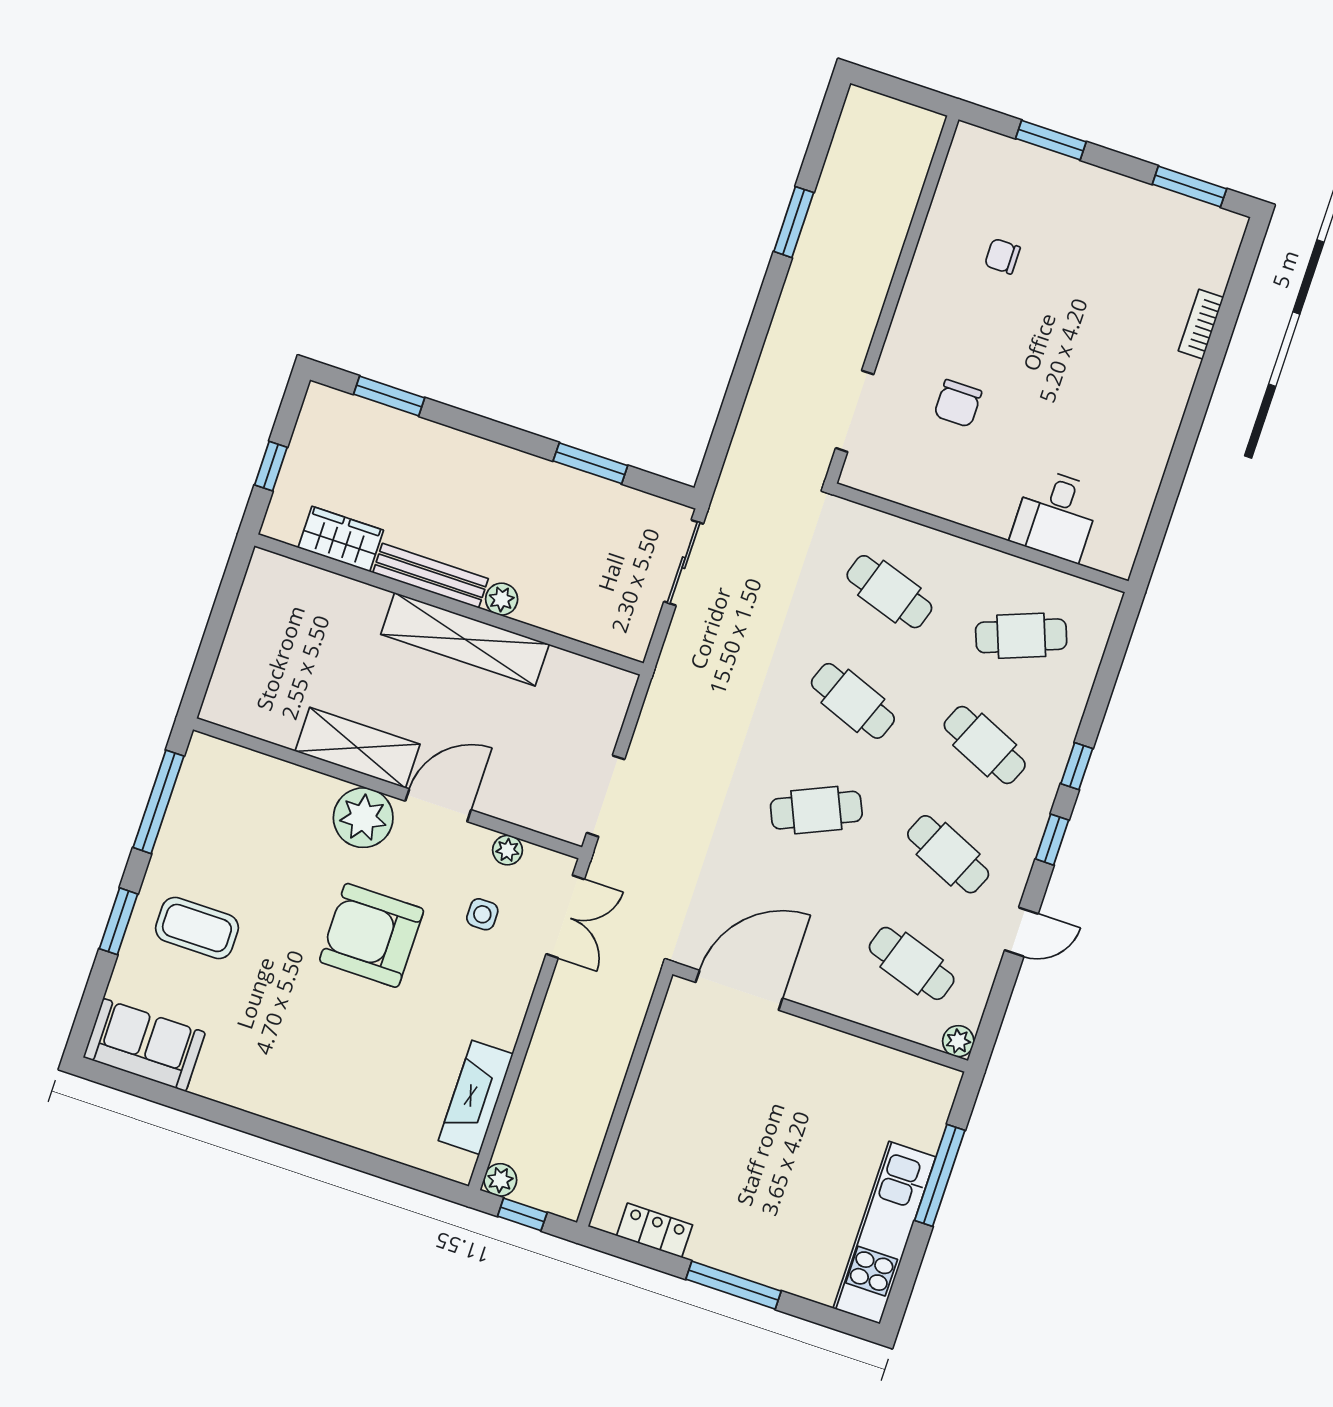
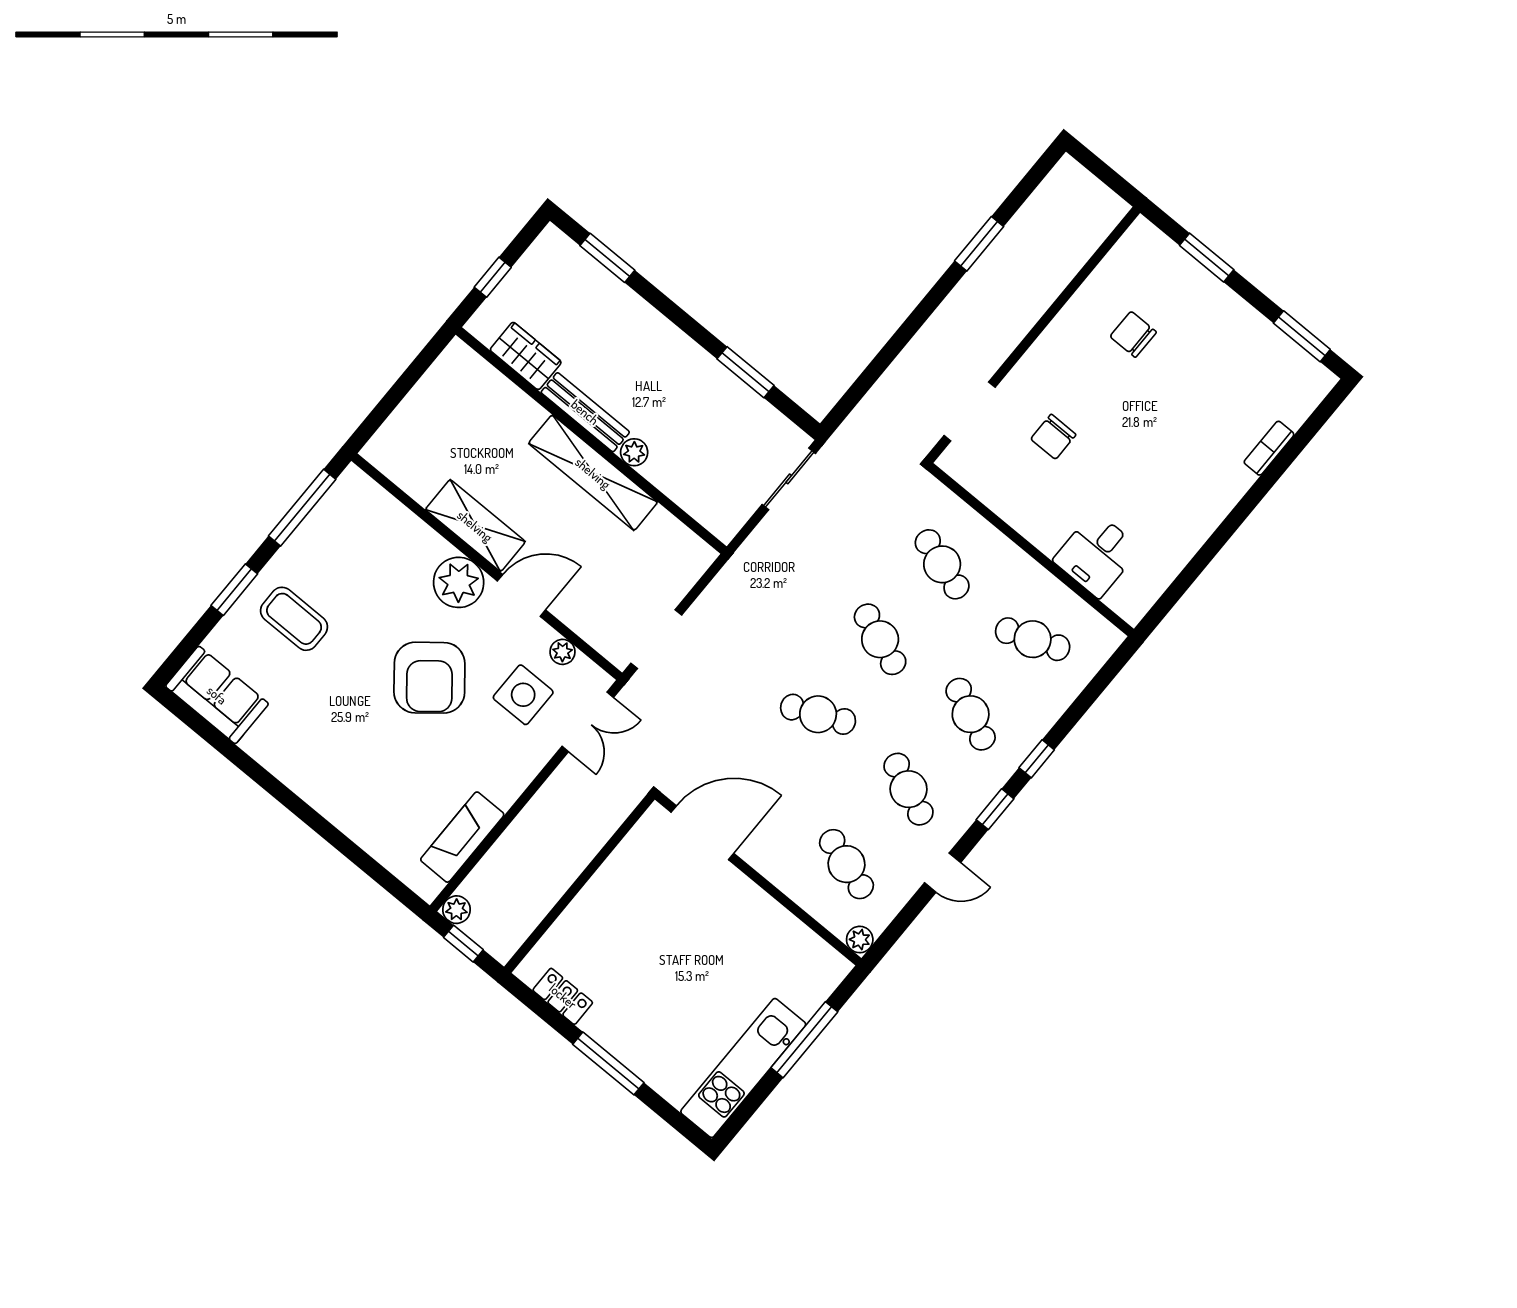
chair: (1002, 256) -> (1133, 334), width x1.37, depth x1.37
side table: (482, 914) -> (523, 695), width x1.87, depth x1.87
armchair: (372, 935) -> (429, 678), turned -129

